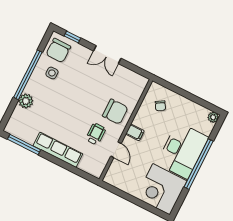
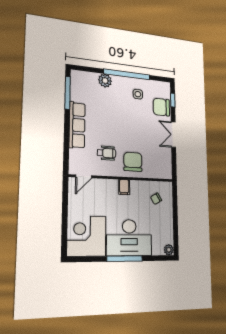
chair: (58, 50) -> (161, 107), moved
chair: (115, 112) -> (133, 162), turned 180
door: (116, 150) -> (84, 176), moved
window: (199, 164) -> (125, 259), width x0.68

